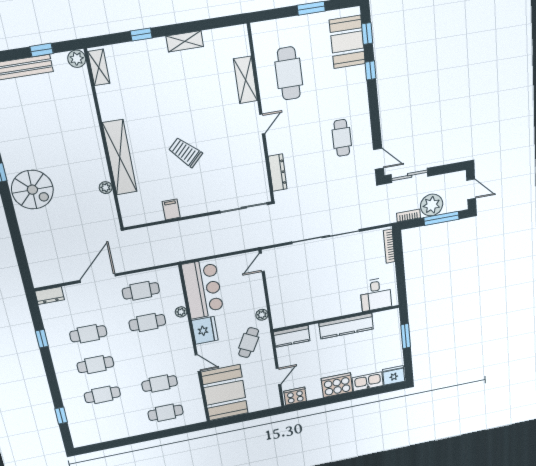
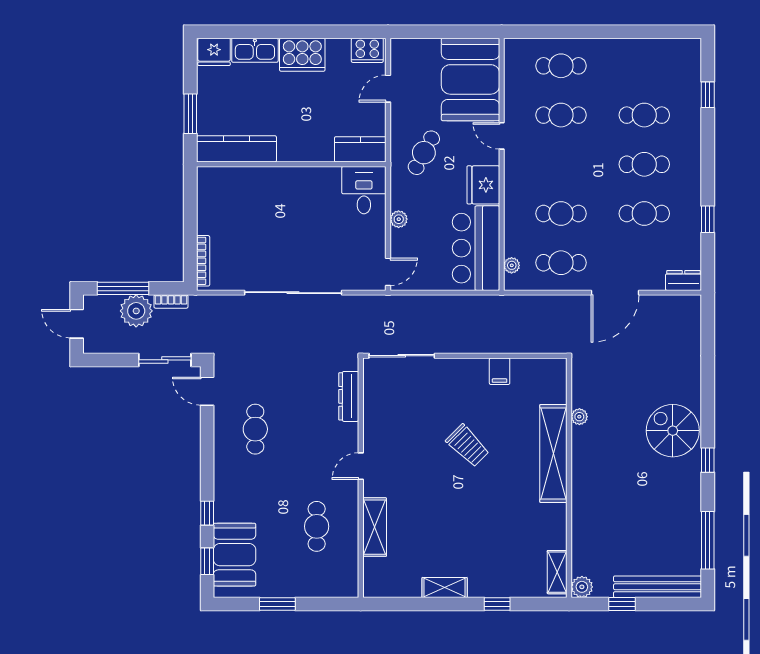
cafe table: (289, 73) -> (317, 526), width x0.73, depth x0.74
desk: (376, 294) -> (364, 190), moved
plant: (181, 312) -> (512, 265), moved
plant: (262, 315) -> (399, 219), moved
kitchen counter: (346, 326) -> (236, 149), moved

